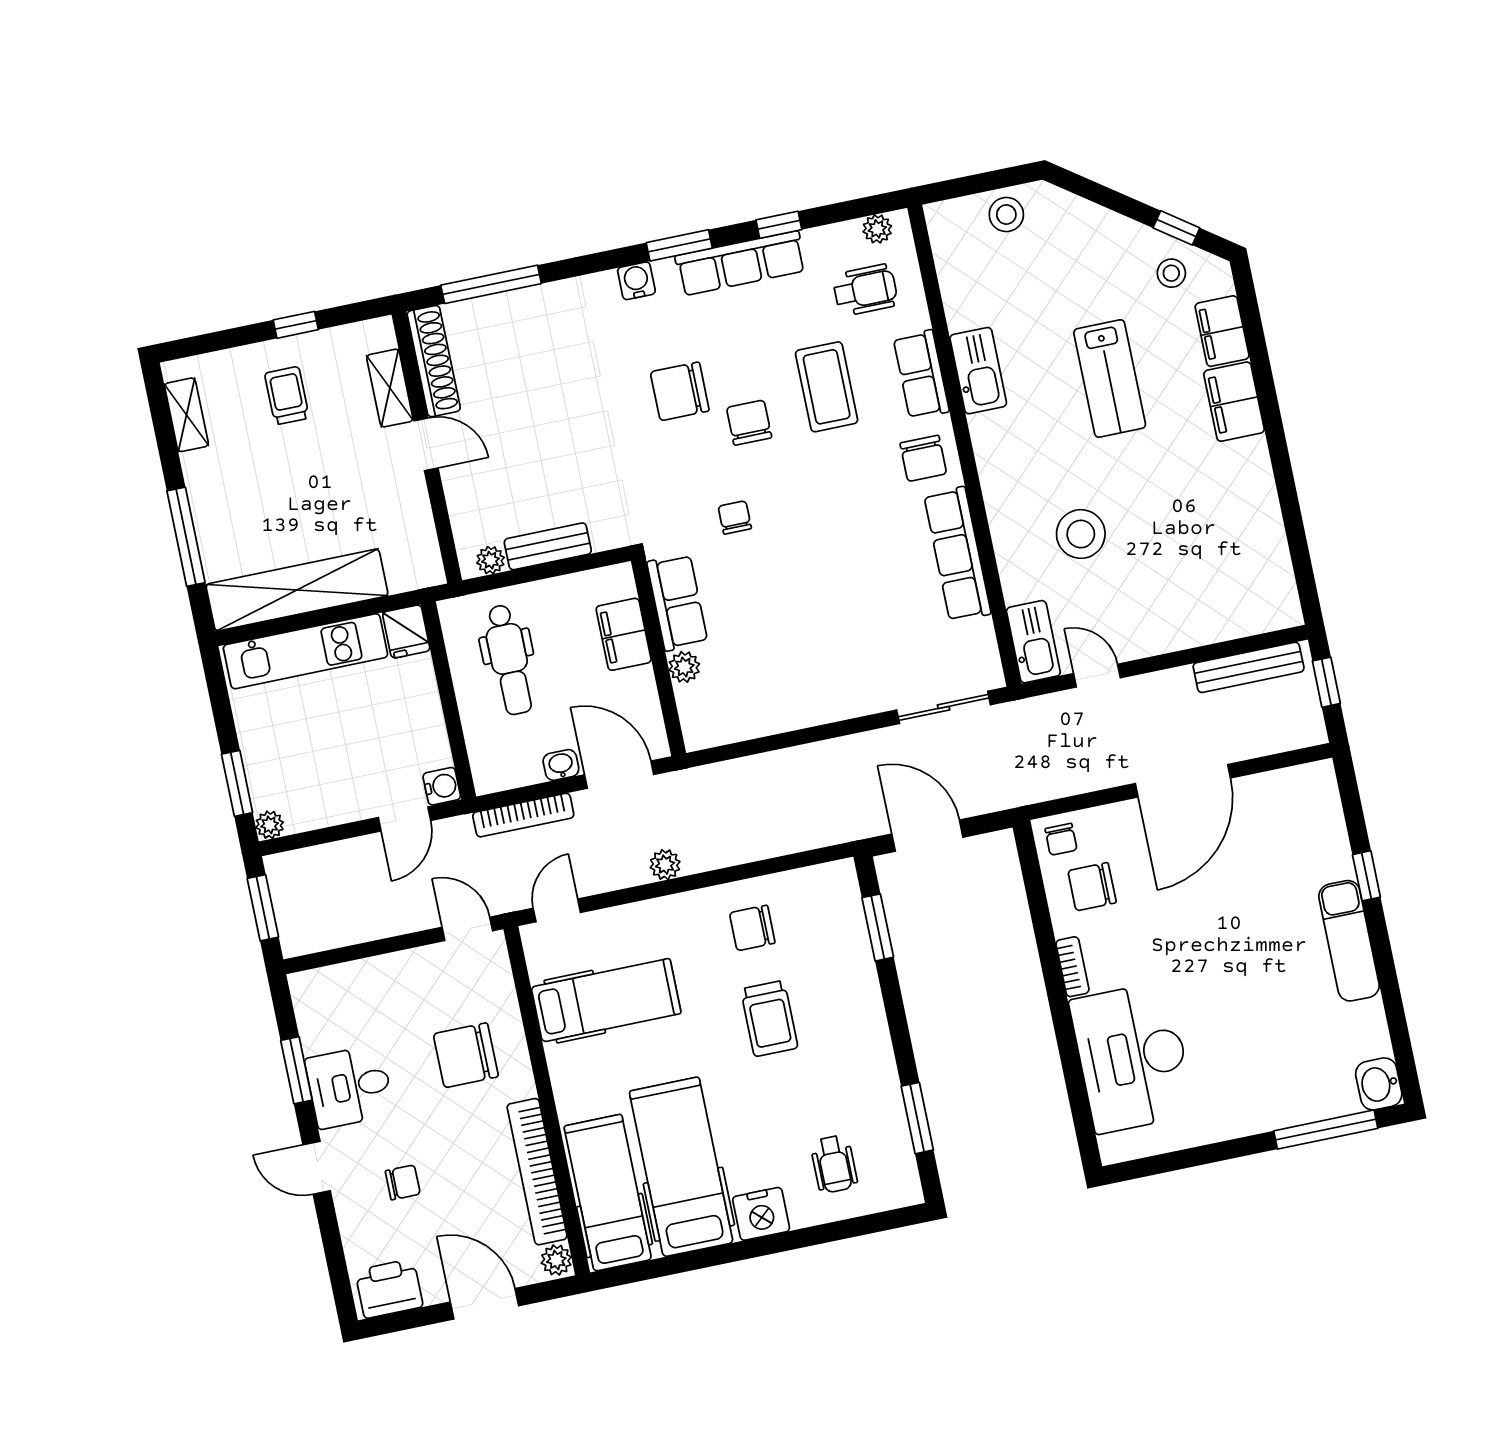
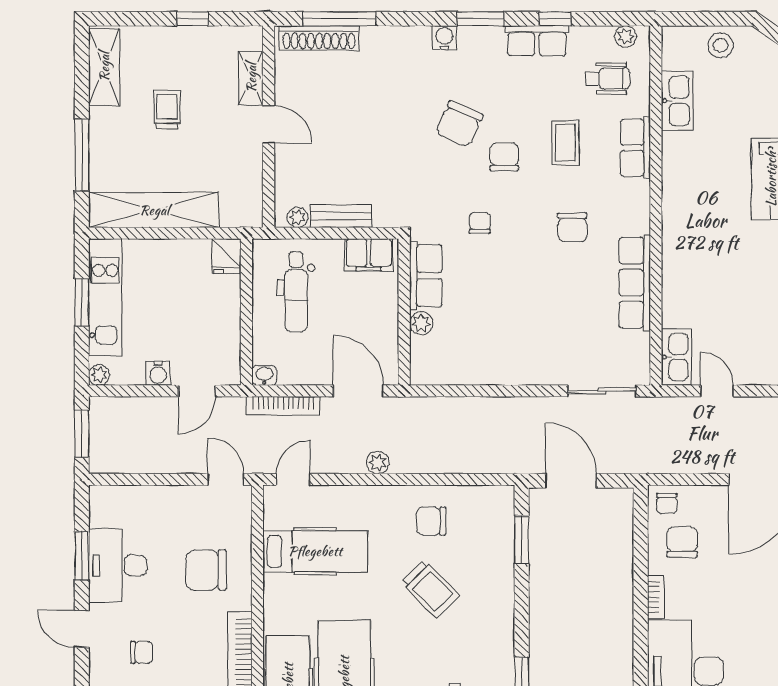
row of seats: (741, 263) -> (537, 41), width x0.68
shoe rack: (434, 361) -> (319, 38), moved, turned 90
kitchen sink: (978, 371) -> (677, 101), moved
coffee table: (827, 387) -> (565, 143), width x0.73, depth x0.77
chair: (680, 391) -> (459, 124), turned -65
trolley: (287, 396) -> (167, 109), moved
shelving: (186, 415) -> (104, 67), width x1.50, depth x1.33
chair: (923, 458) -> (572, 227), moved
stool: (1081, 534) -> (727, 287), removed
filing cabinet: (624, 634) -> (369, 255), moved, turned -90
kitchen unit: (305, 651) -> (105, 297), moved, turned -90
washbasin: (561, 765) -> (264, 375), moved
window: (237, 783) -> (82, 302), moved
water cooler: (442, 786) -> (158, 373), moved, turned 90
chair: (1092, 887) -> (682, 542), turned 90
trolley: (769, 1018) -> (430, 589), turned -44
desk: (350, 1087) -> (118, 565), width x1.37

